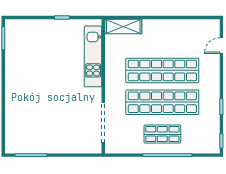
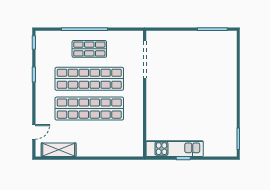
shelving: (123, 26) -> (59, 150), moved
kitchen unit: (93, 56) -> (175, 149), moved, turned -90

